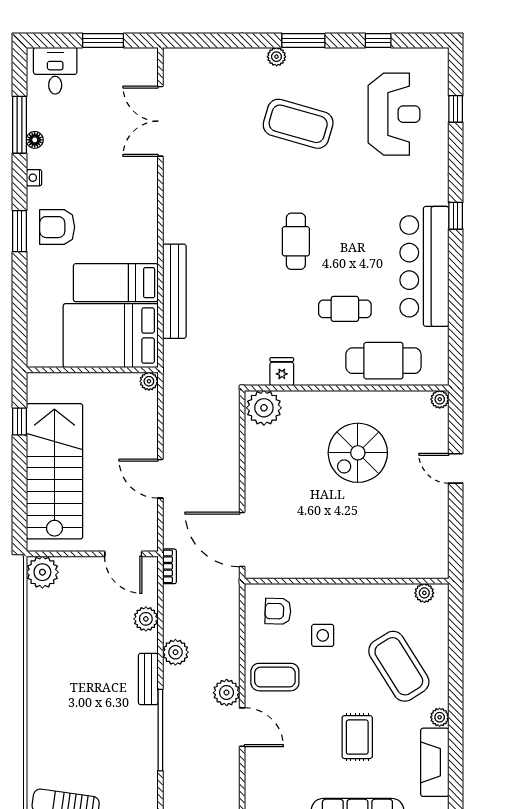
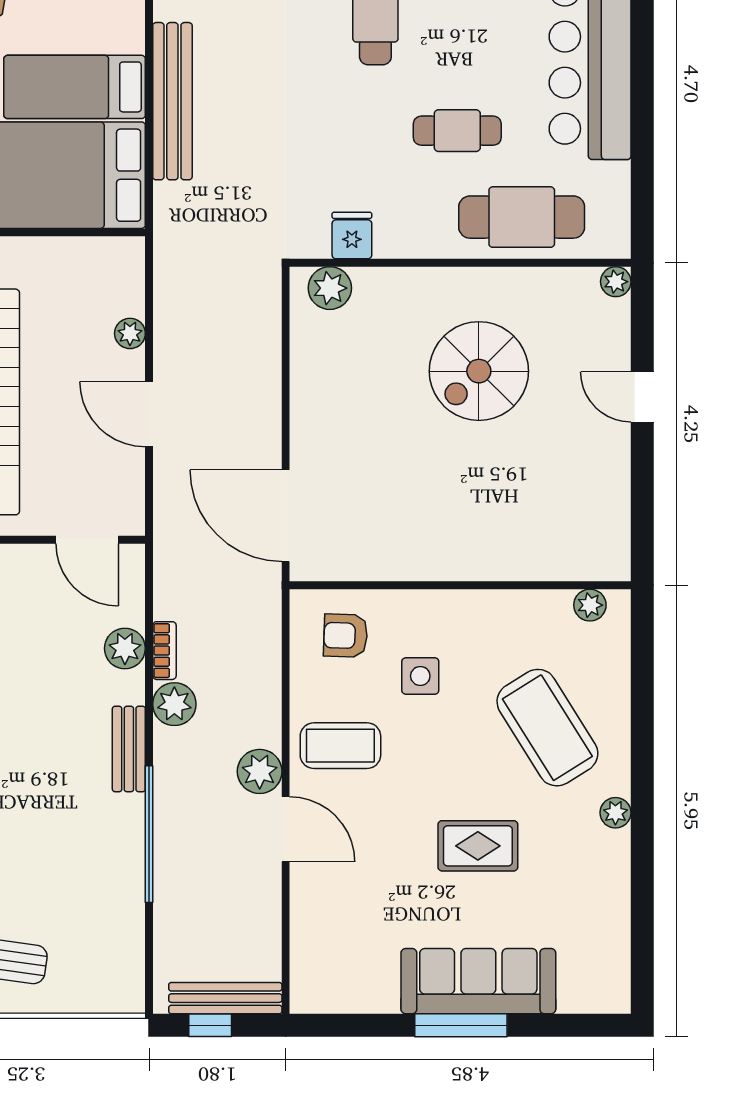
plant: (149, 381) -> (130, 333), moved
plant: (264, 408) -> (330, 288), width x0.73, depth x0.73
bookcase: (170, 566) -> (164, 651), moved
rug: (357, 737) -> (478, 846), turned 90
fireplace: (435, 762) -> (607, 888), removed

